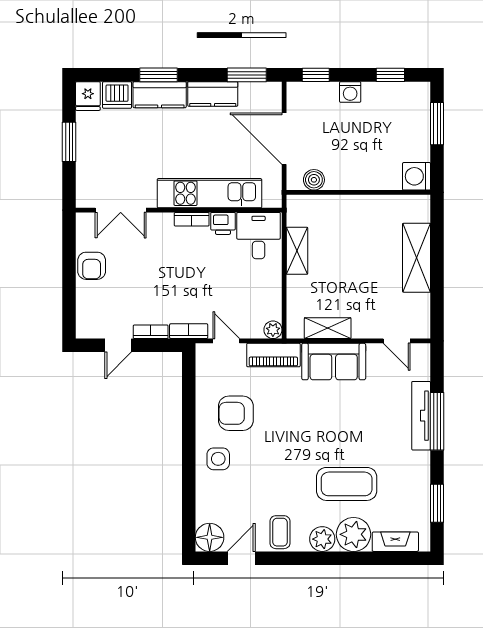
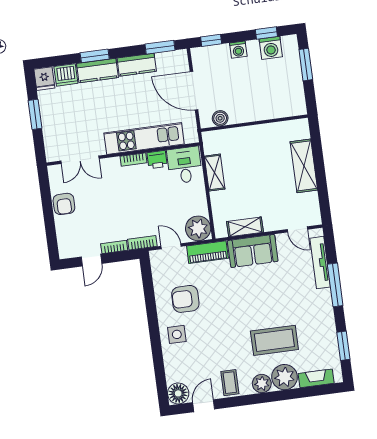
washing machine: (417, 176) -> (271, 48), moved, turned -90
plant: (273, 330) -> (198, 228), width x1.87, depth x1.87
tv unit: (421, 416) -> (320, 263), moved

